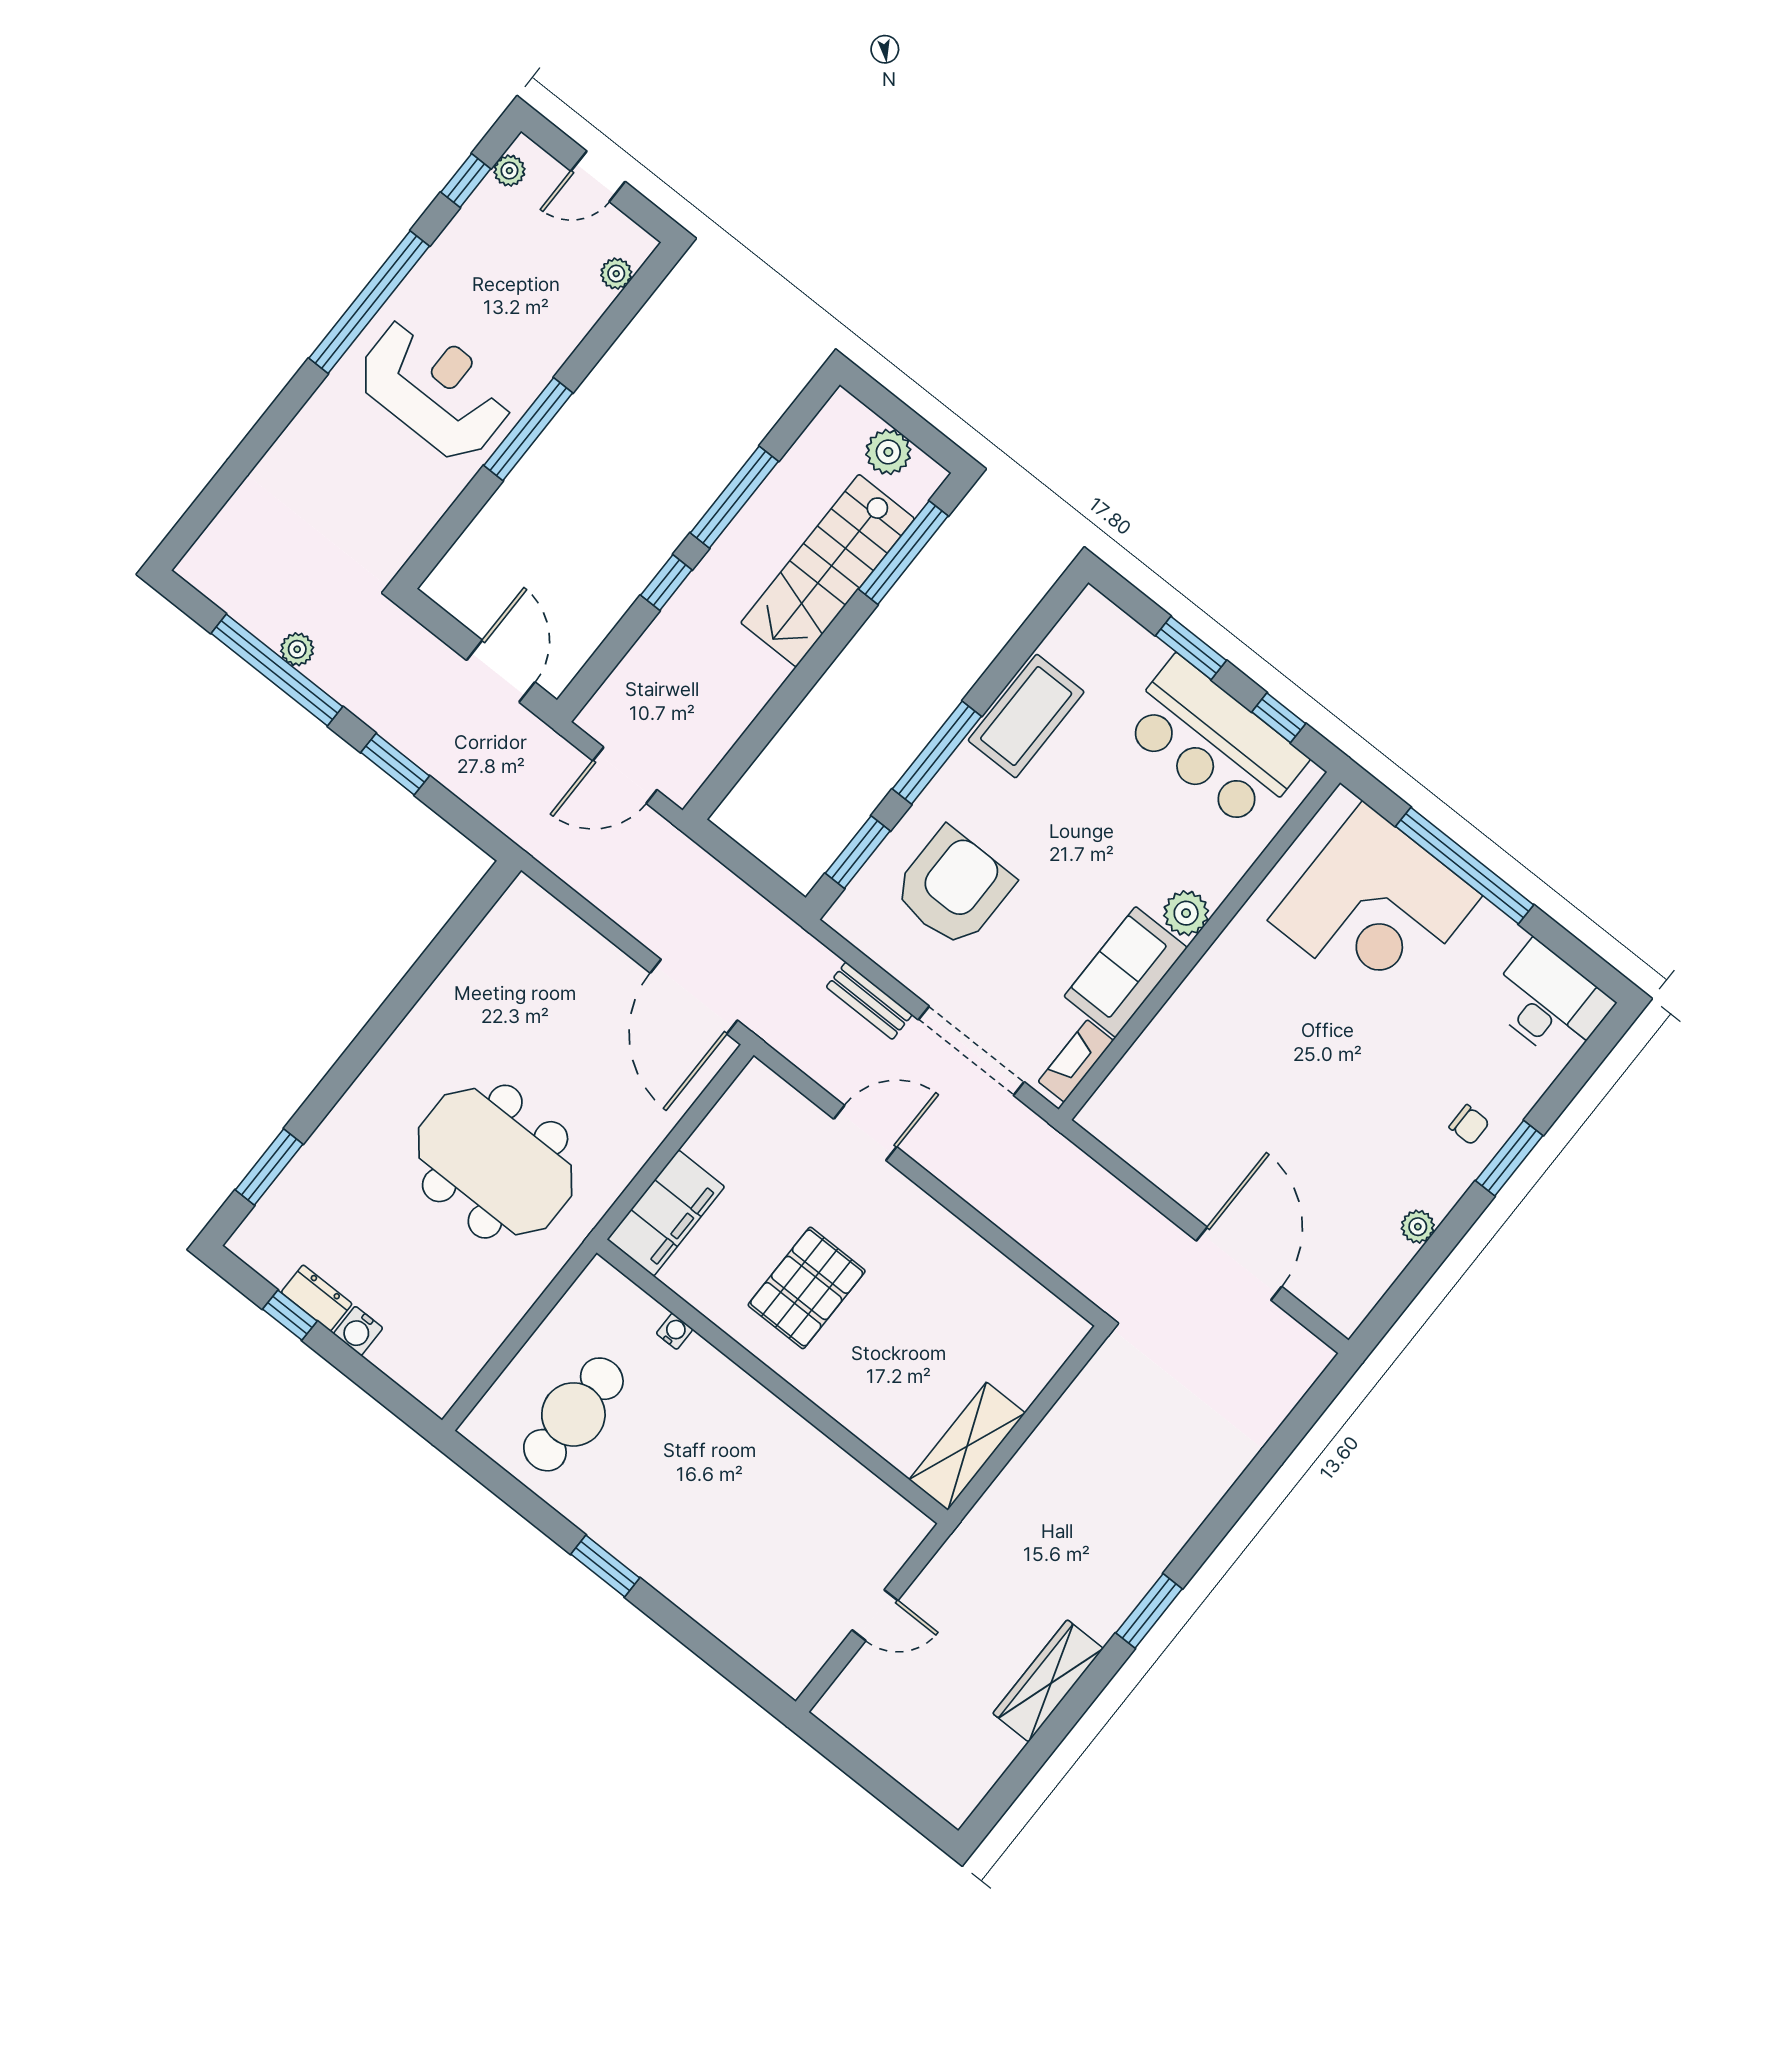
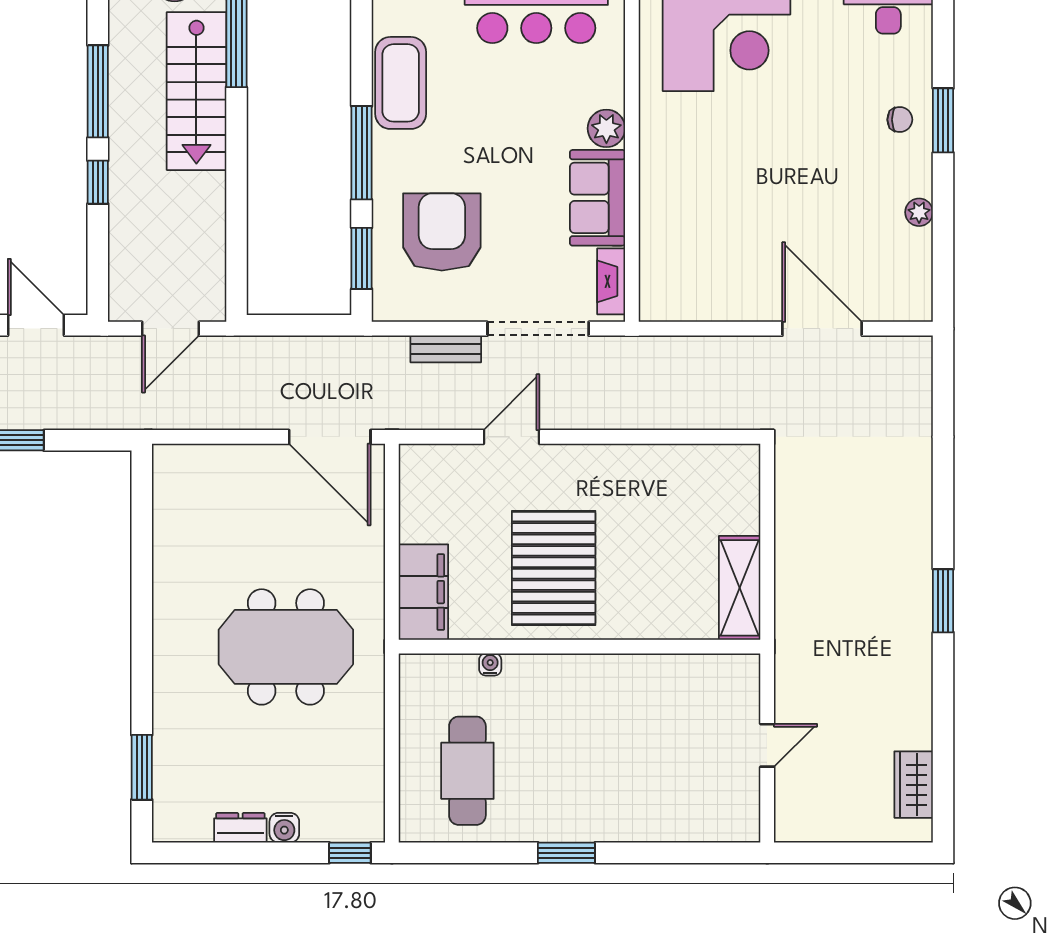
pallet: (807, 1288) -> (554, 568), width x1.37, depth x1.41
window: (290, 1315) -> (350, 853), moved
wardrobe: (1048, 1681) -> (914, 785), moved, width x0.67

